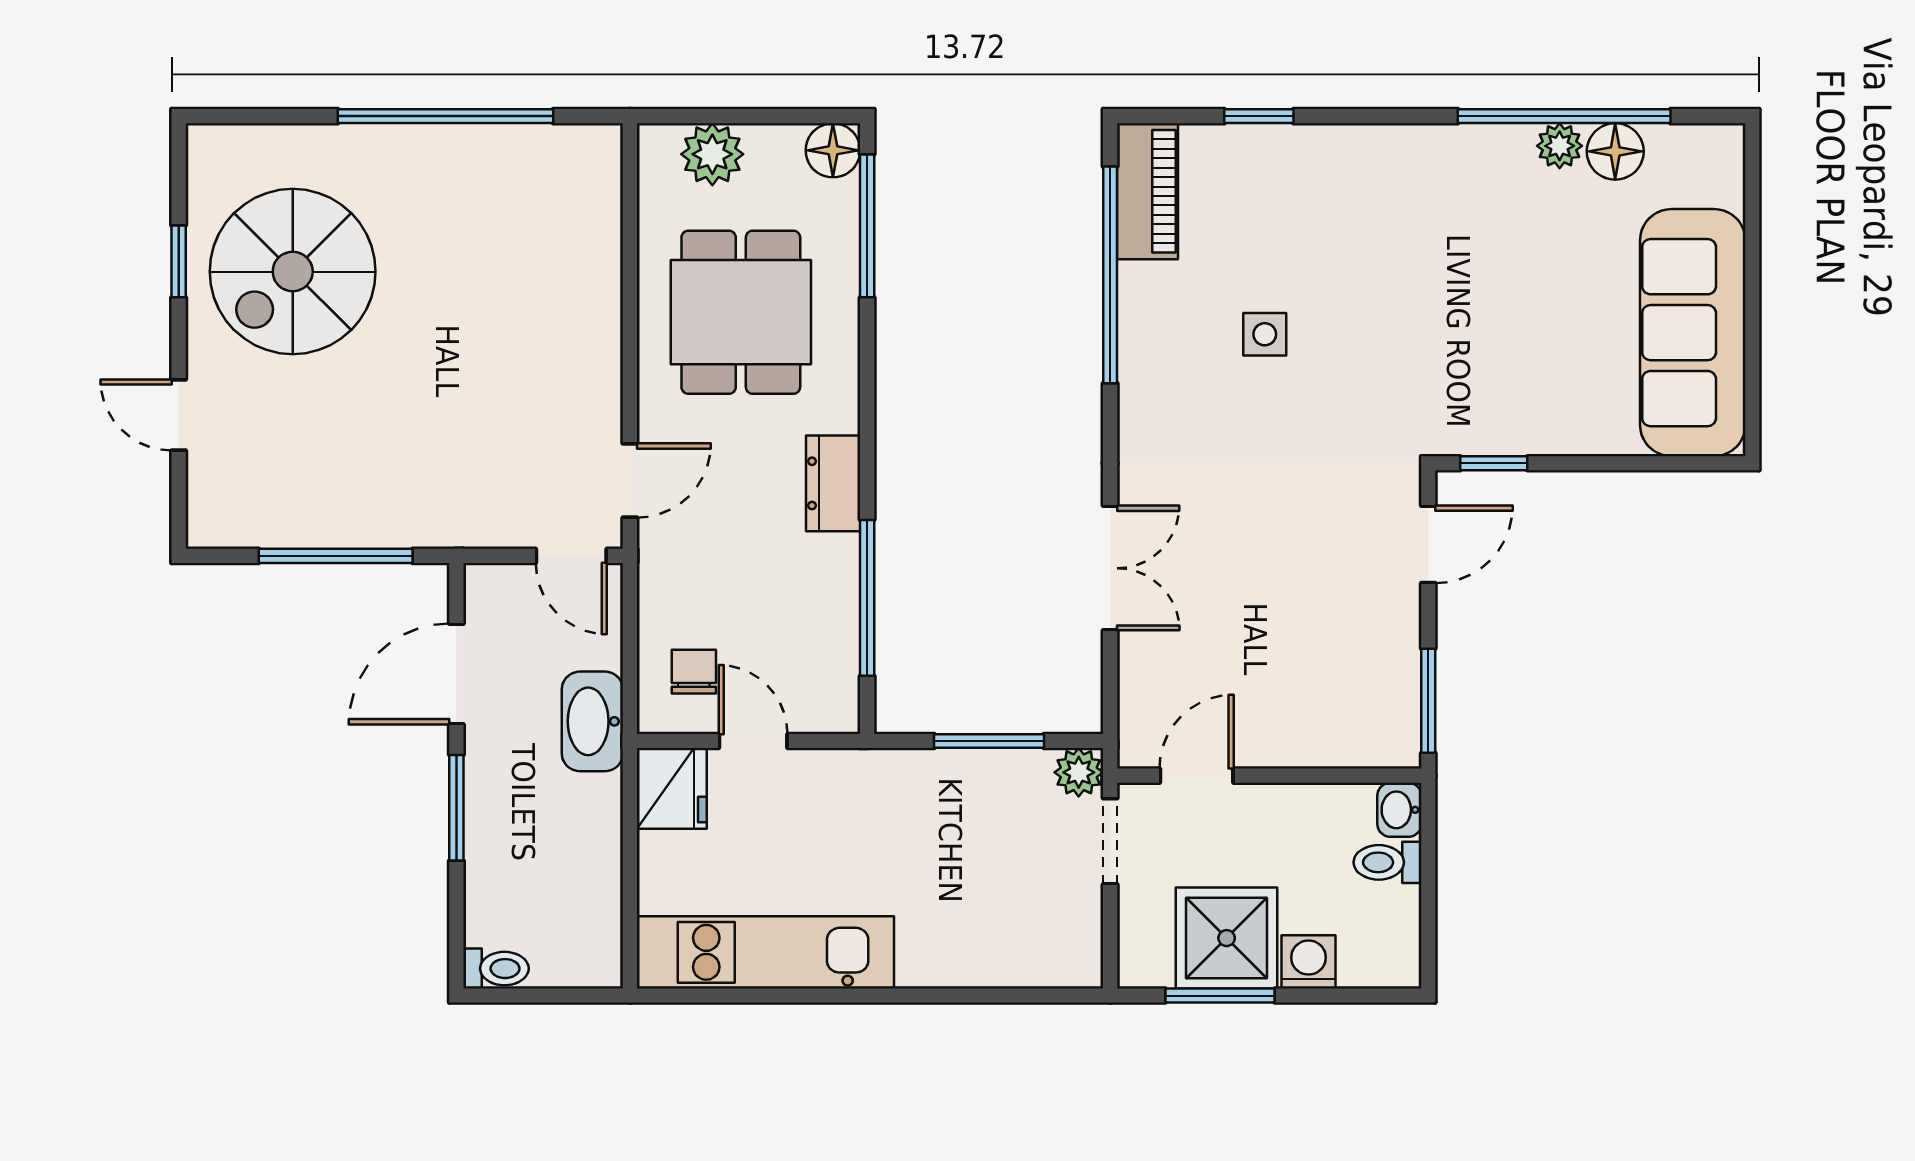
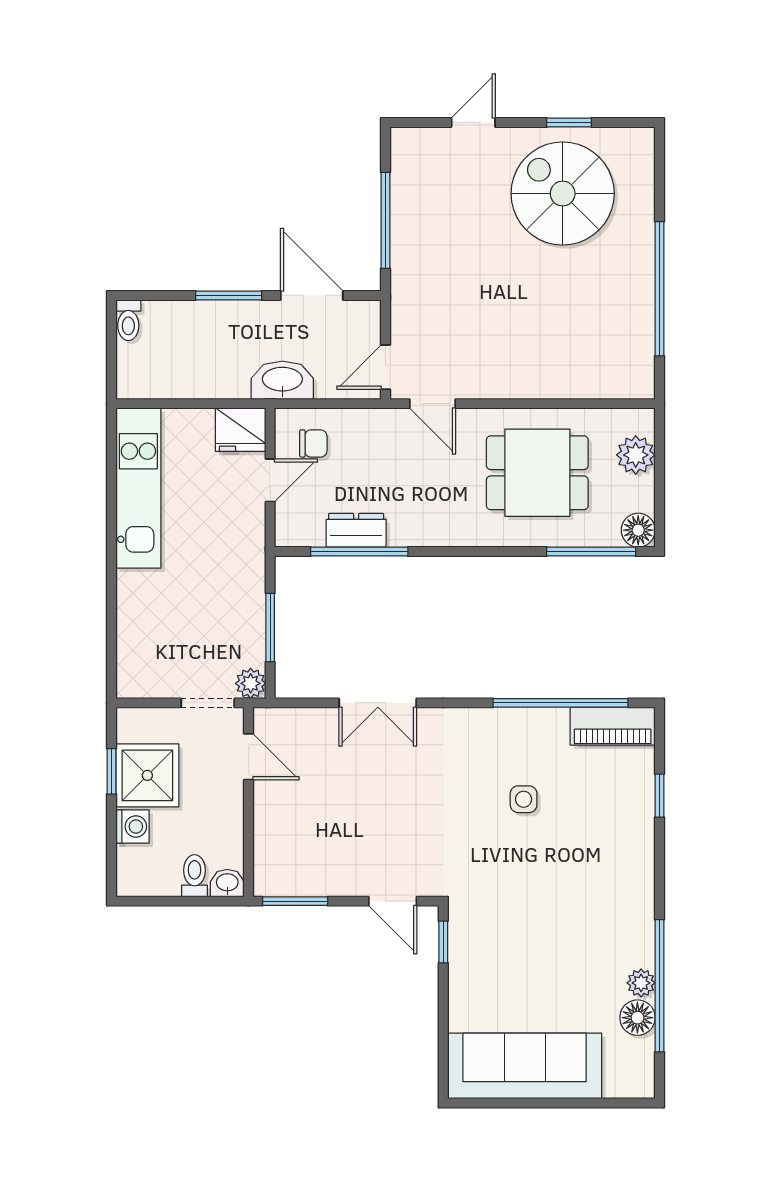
dresser: (833, 483) -> (356, 530), moved
window: (1220, 996) -> (112, 771), width x0.67

